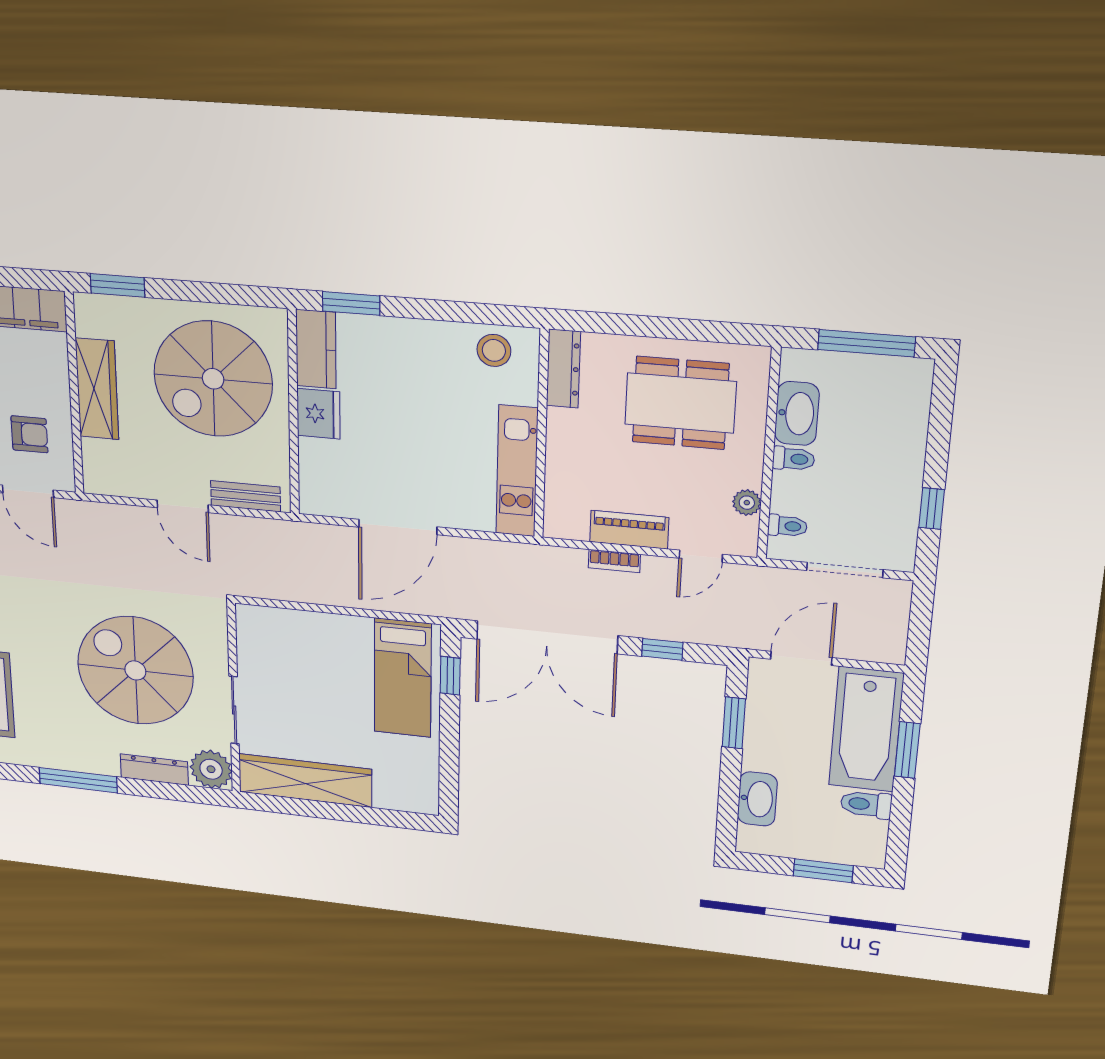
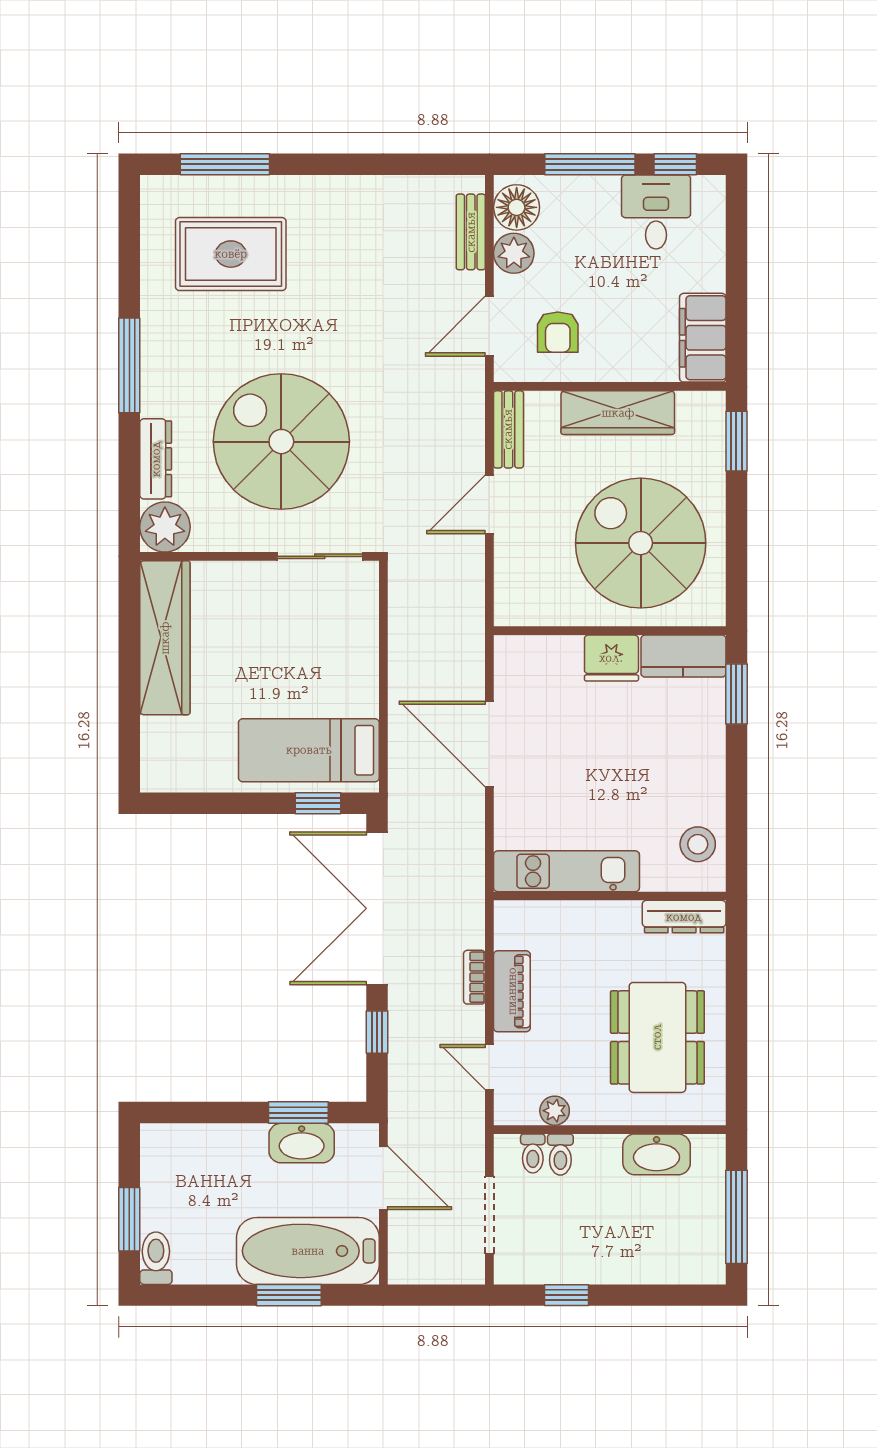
toilet: (794, 459) -> (560, 1155), moved
bench: (246, 496) -> (508, 429), moved
spiral stairs: (135, 670) -> (281, 442), turned -90
sliding door: (234, 710) -> (320, 556), moved
washbasin: (757, 799) -> (302, 1143), moved
toilet: (866, 804) -> (156, 1258), moved

